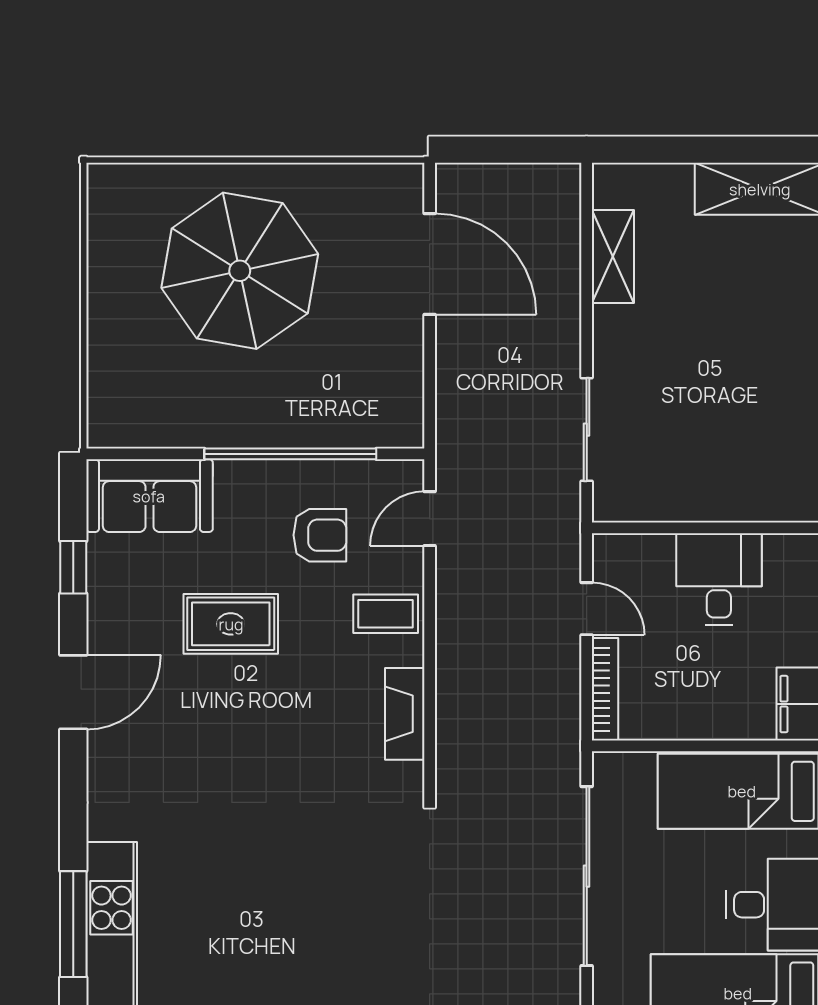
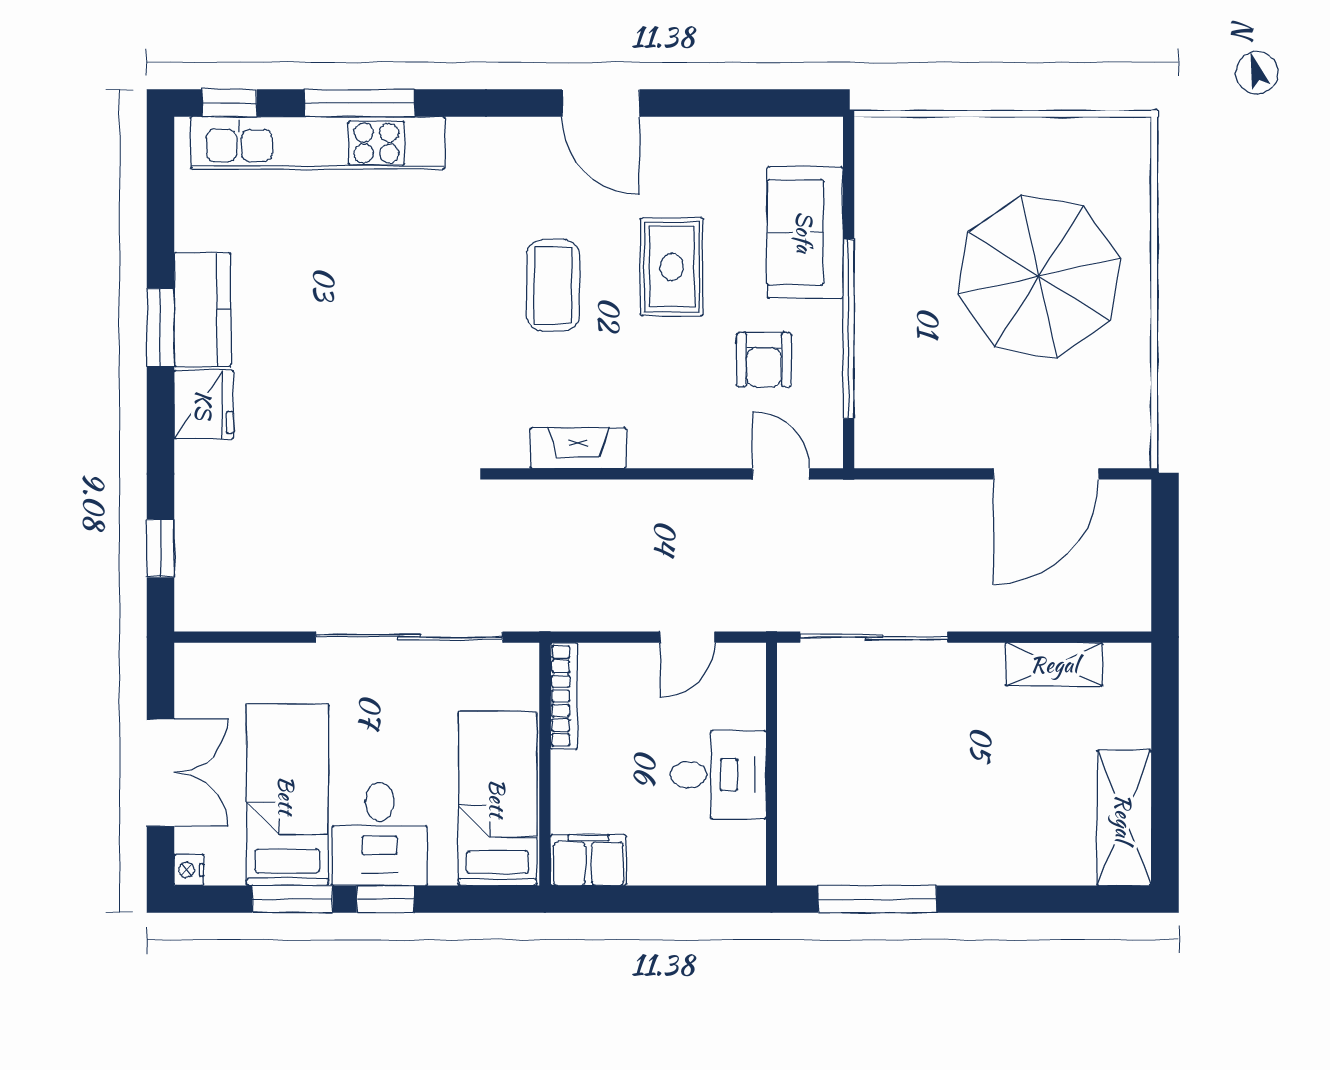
sliding door: (587, 430) -> (874, 637), width x1.37
sofa: (149, 496) -> (805, 232), moved
window: (73, 567) -> (731, 103), removed
coffee table: (386, 614) -> (553, 285), moved, width x1.36, depth x1.30
bookcase: (605, 689) -> (564, 696), moved, turned -90

